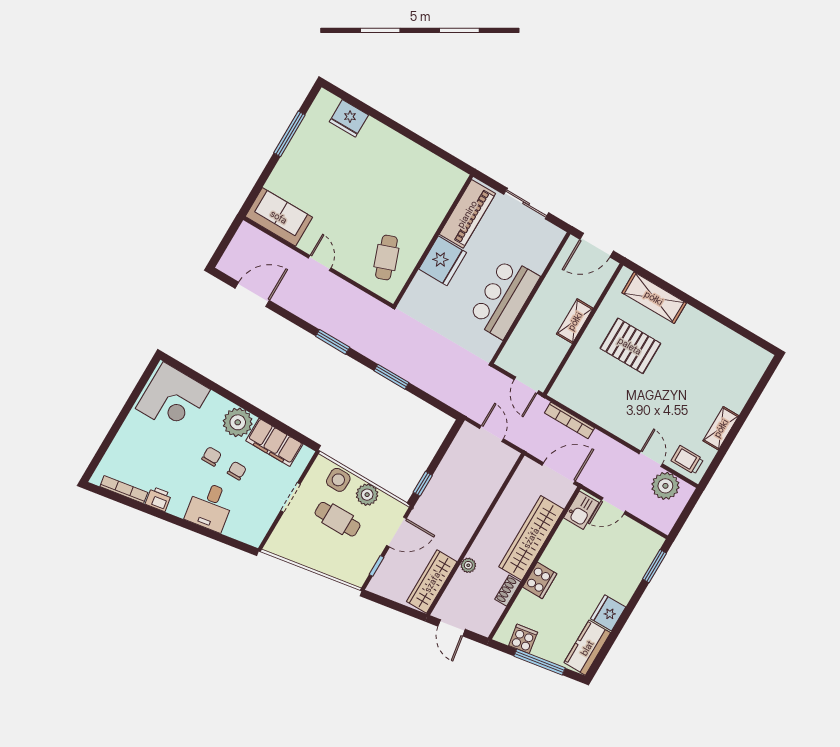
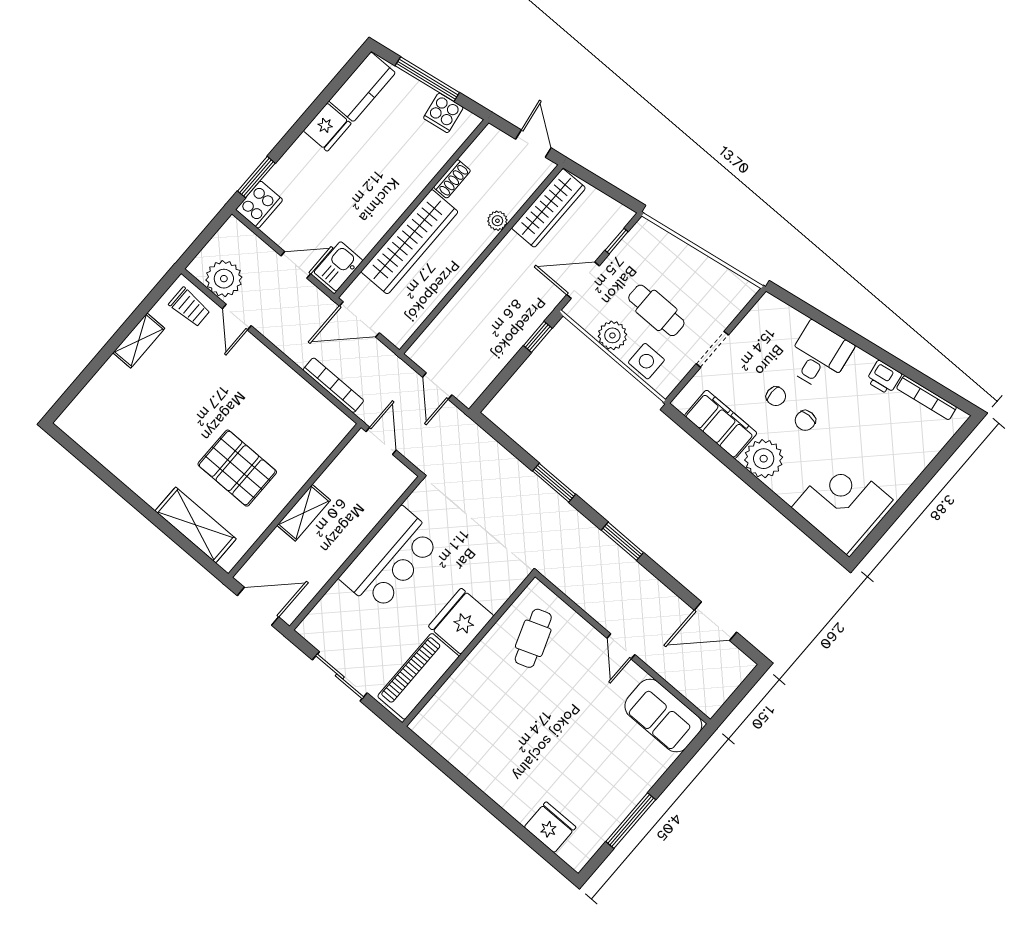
chair: (237, 471) -> (776, 396), turned -90
cooker: (540, 580) -> (259, 205), moved, turned 180

